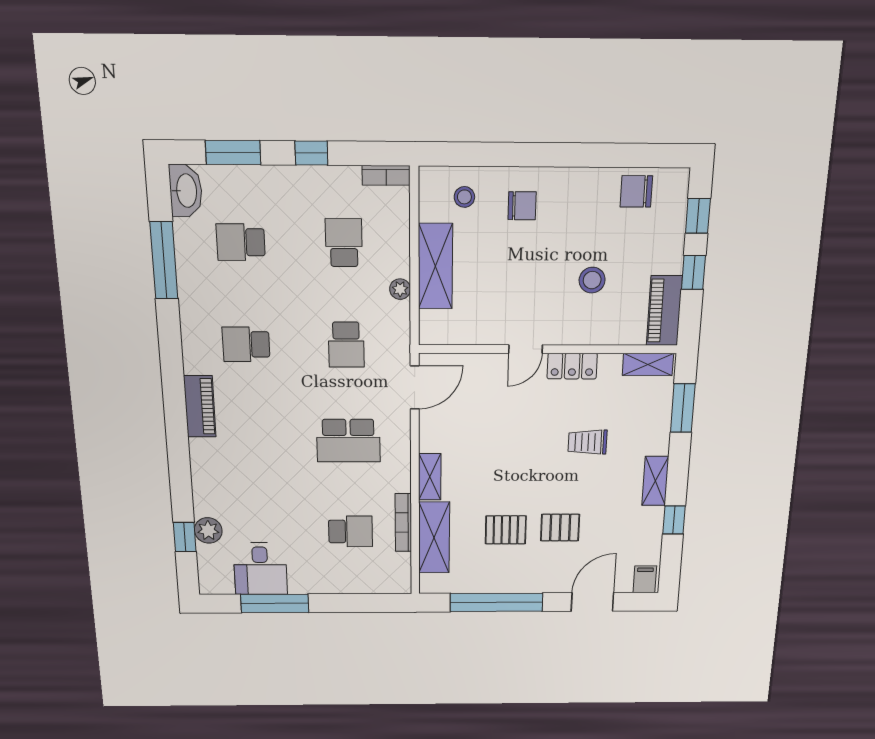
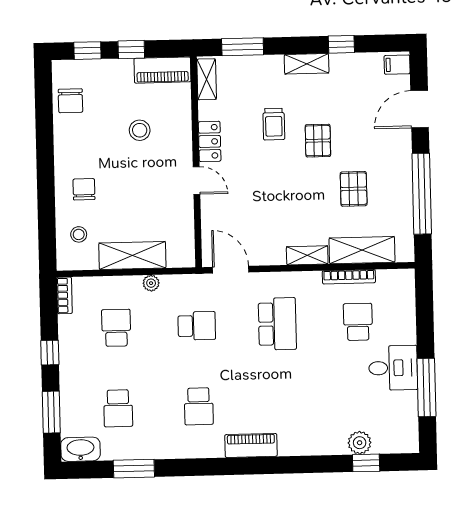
school desk: (344, 243) -> (116, 328), turned 90
window: (164, 260) -> (134, 469), width x0.69
pallet: (560, 528) -> (318, 141), moved
desk: (260, 569) -> (393, 368), moved
door: (592, 602) -> (420, 109), hinge flipped

